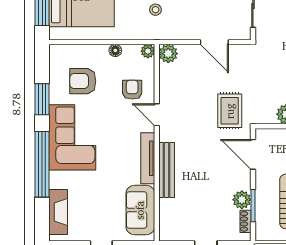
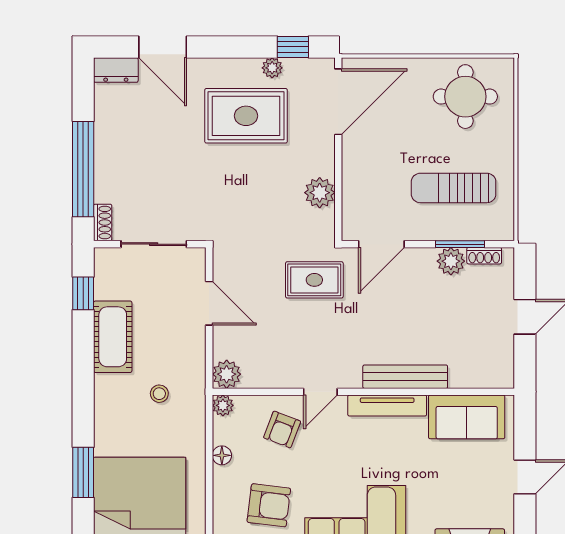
door: (214, 42) -> (209, 303), hinge flipped
armchair: (83, 81) -> (269, 505), turned -83
armchair: (132, 90) -> (282, 429), turned -69

